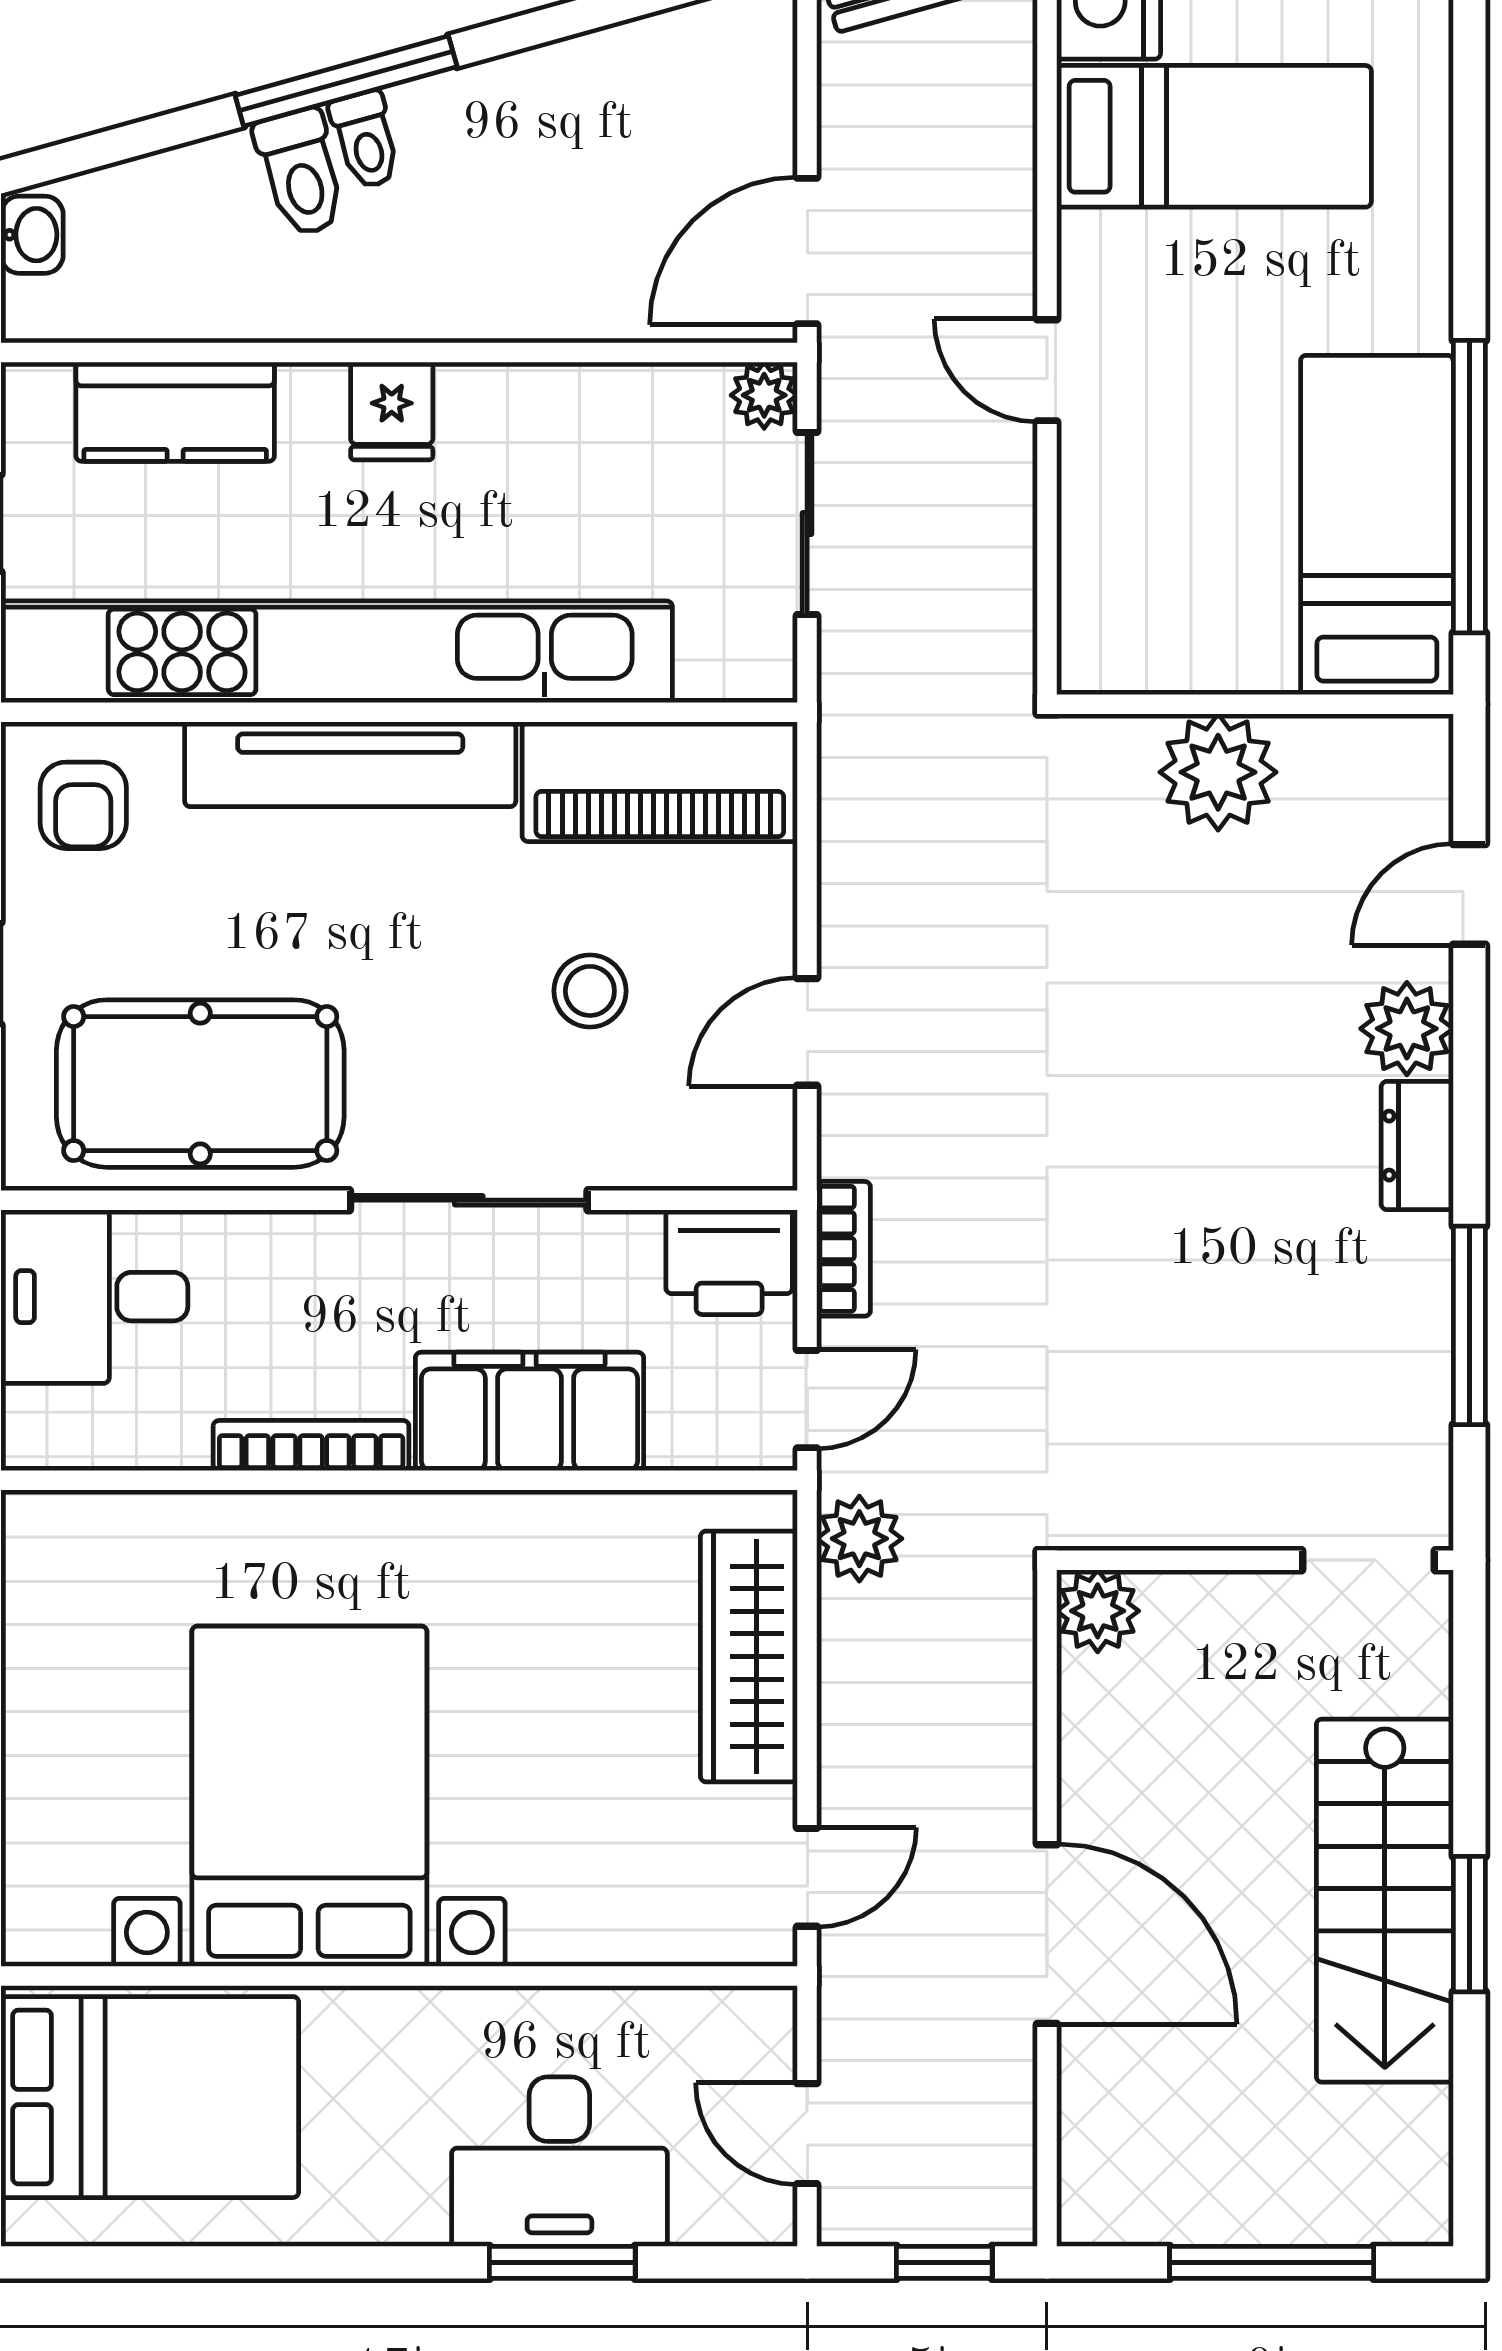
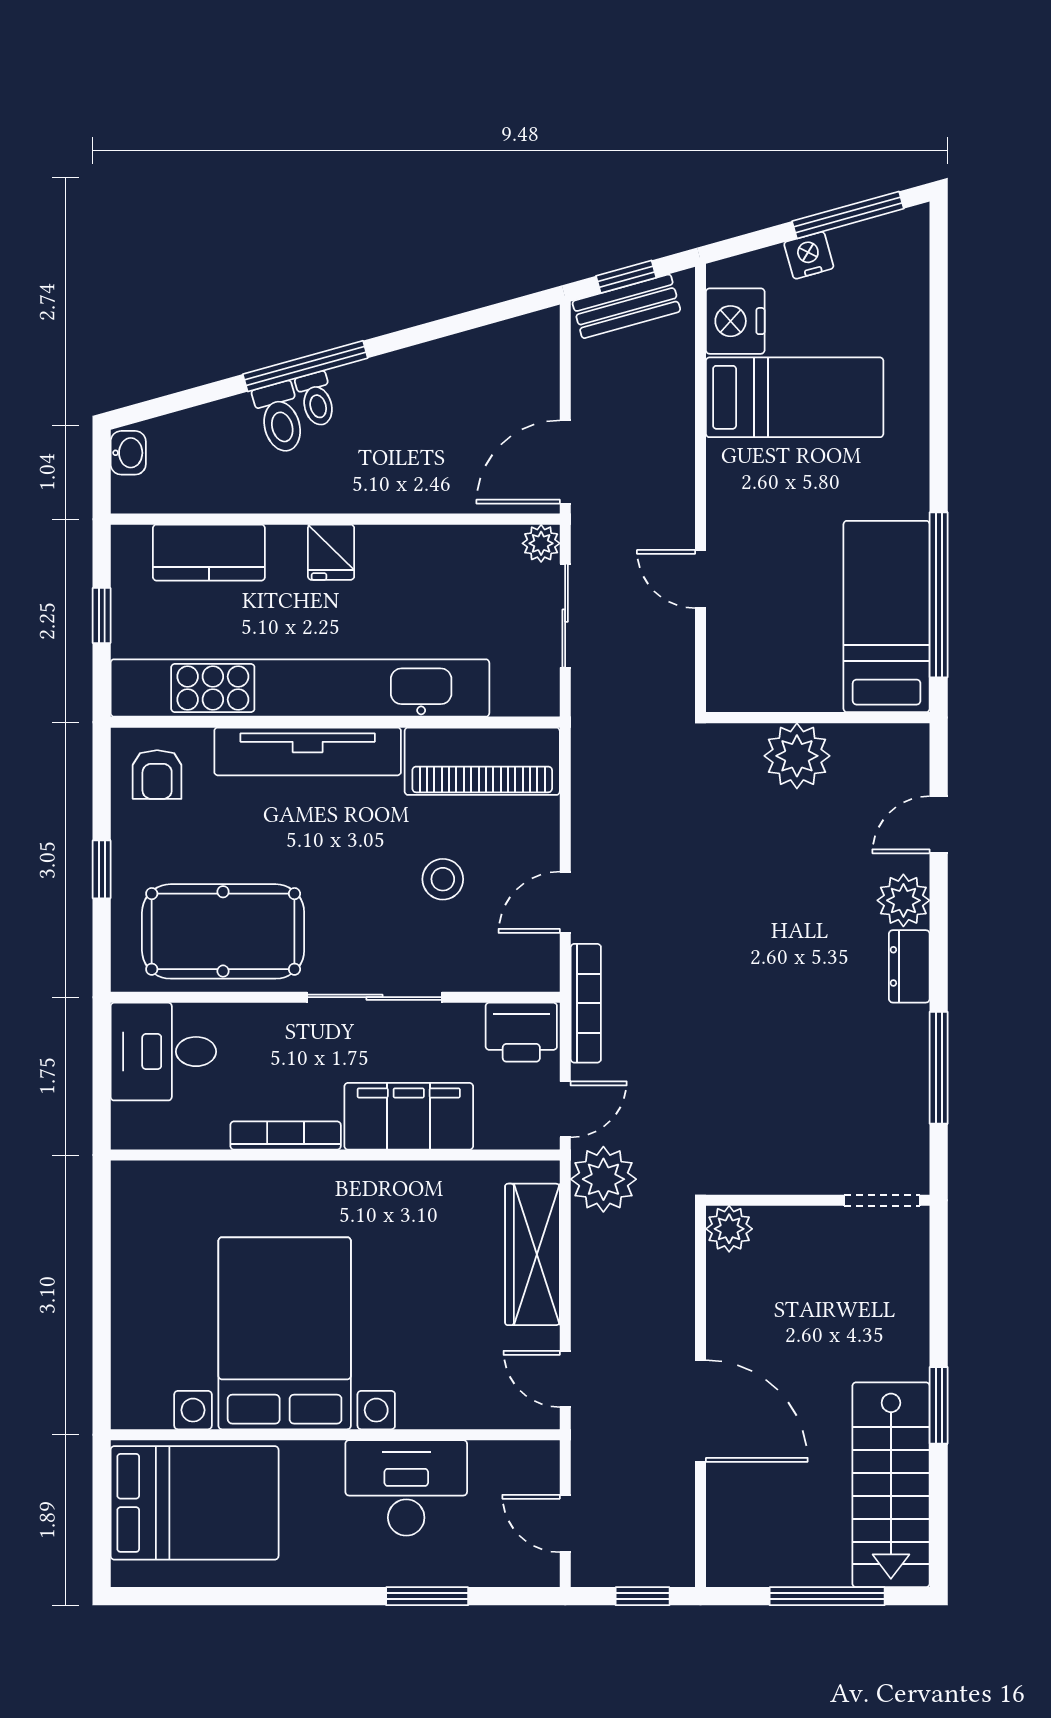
door: (1047, 370) -> (700, 579), moved
bookcase: (844, 1249) -> (586, 1003), width x1.56
plant: (859, 1539) -> (603, 1179), width x1.36, depth x1.36
door: (807, 1877) -> (565, 1379), swing flipped
stairs: (1385, 1901) -> (891, 1485), moved
desk: (559, 2162) -> (406, 1488), moved, turned 180

